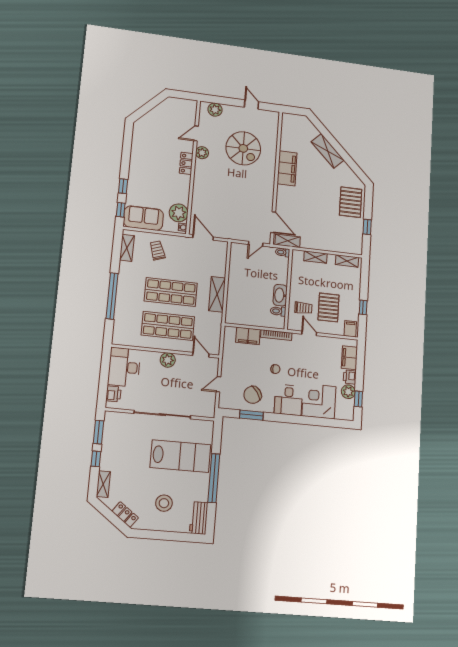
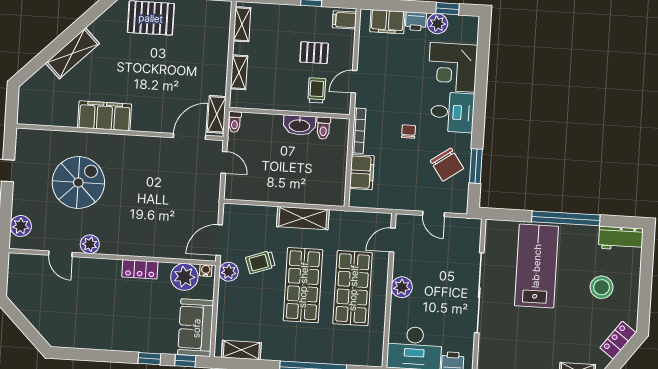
locker: (186, 163) -> (140, 269), moved
plant: (181, 242) -> (229, 272), added
trolley: (157, 250) -> (260, 262), moved
pallet: (329, 307) -> (314, 53), width x0.67, depth x0.71

